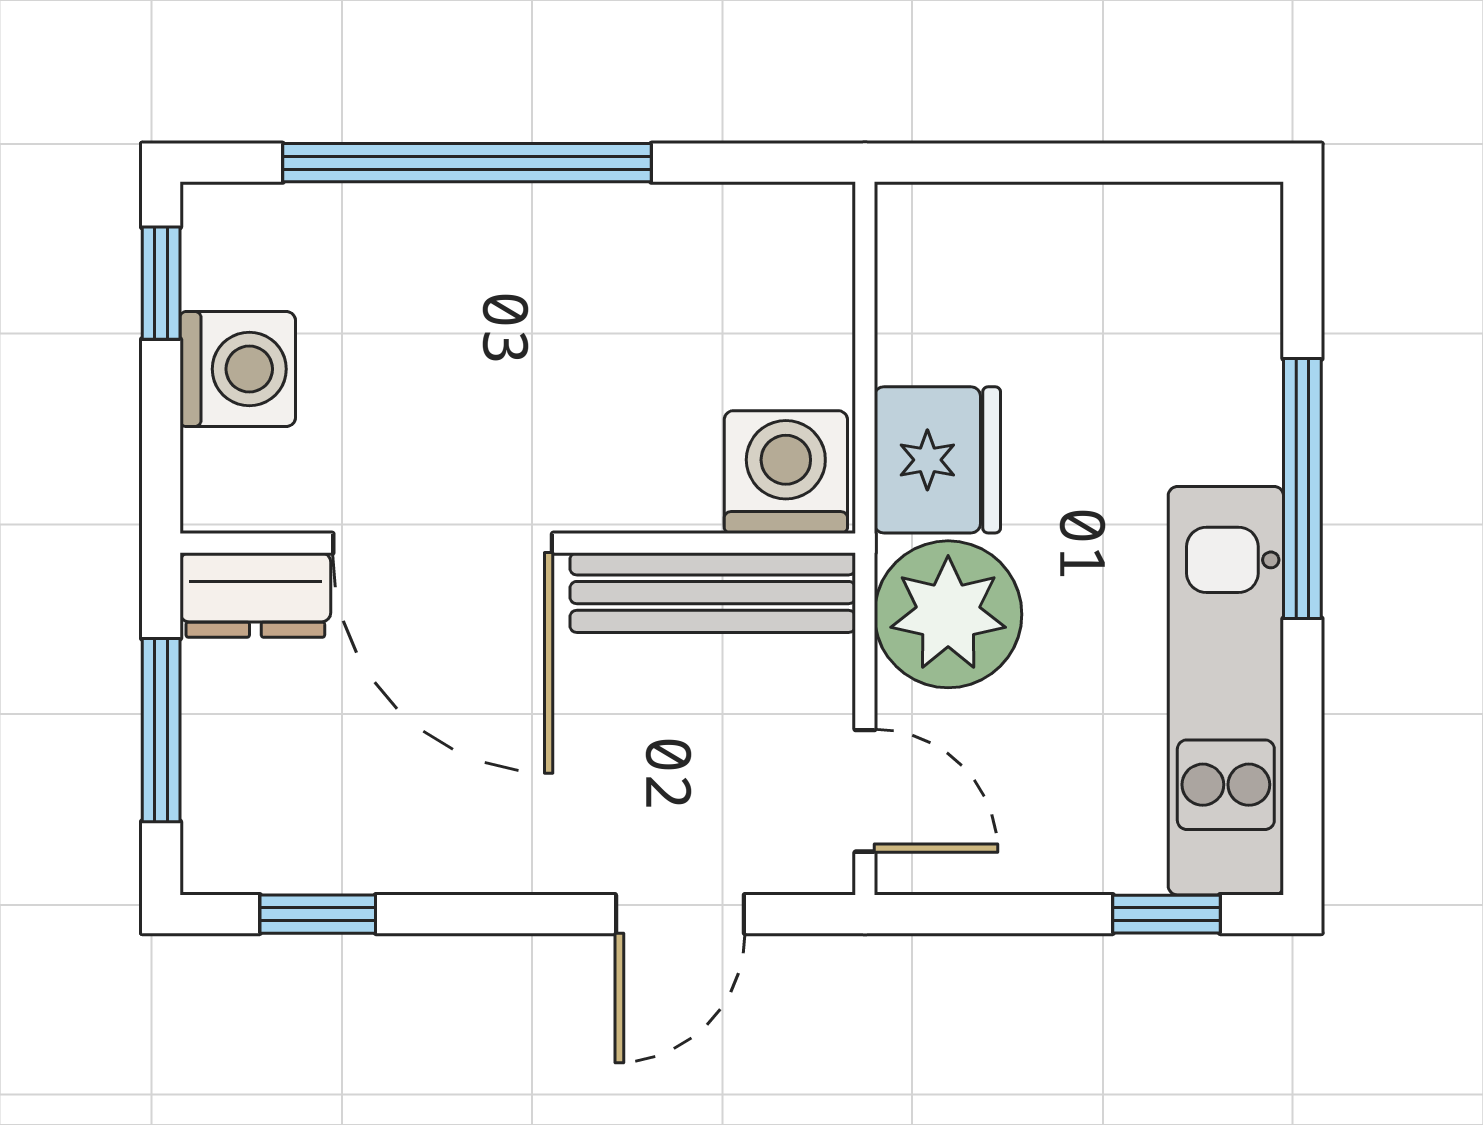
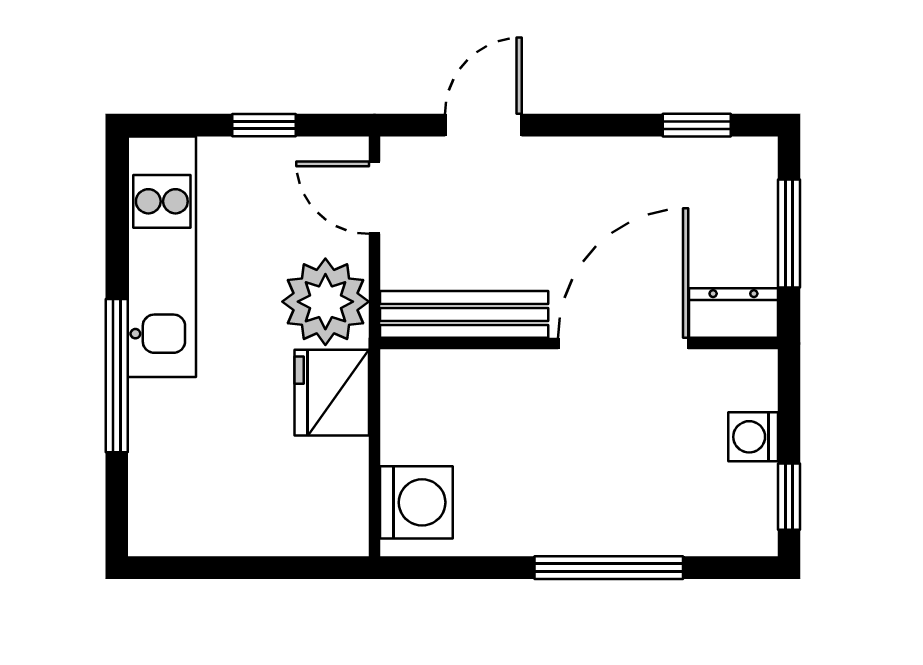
window: (467, 163) -> (609, 568), width x0.68
washing machine: (238, 369) -> (753, 437), width x0.73, depth x0.73
washing machine: (786, 472) -> (416, 502), moved, turned -90
door: (443, 543) -> (623, 344), hinge flipped
window: (1166, 914) -> (264, 125), moved

